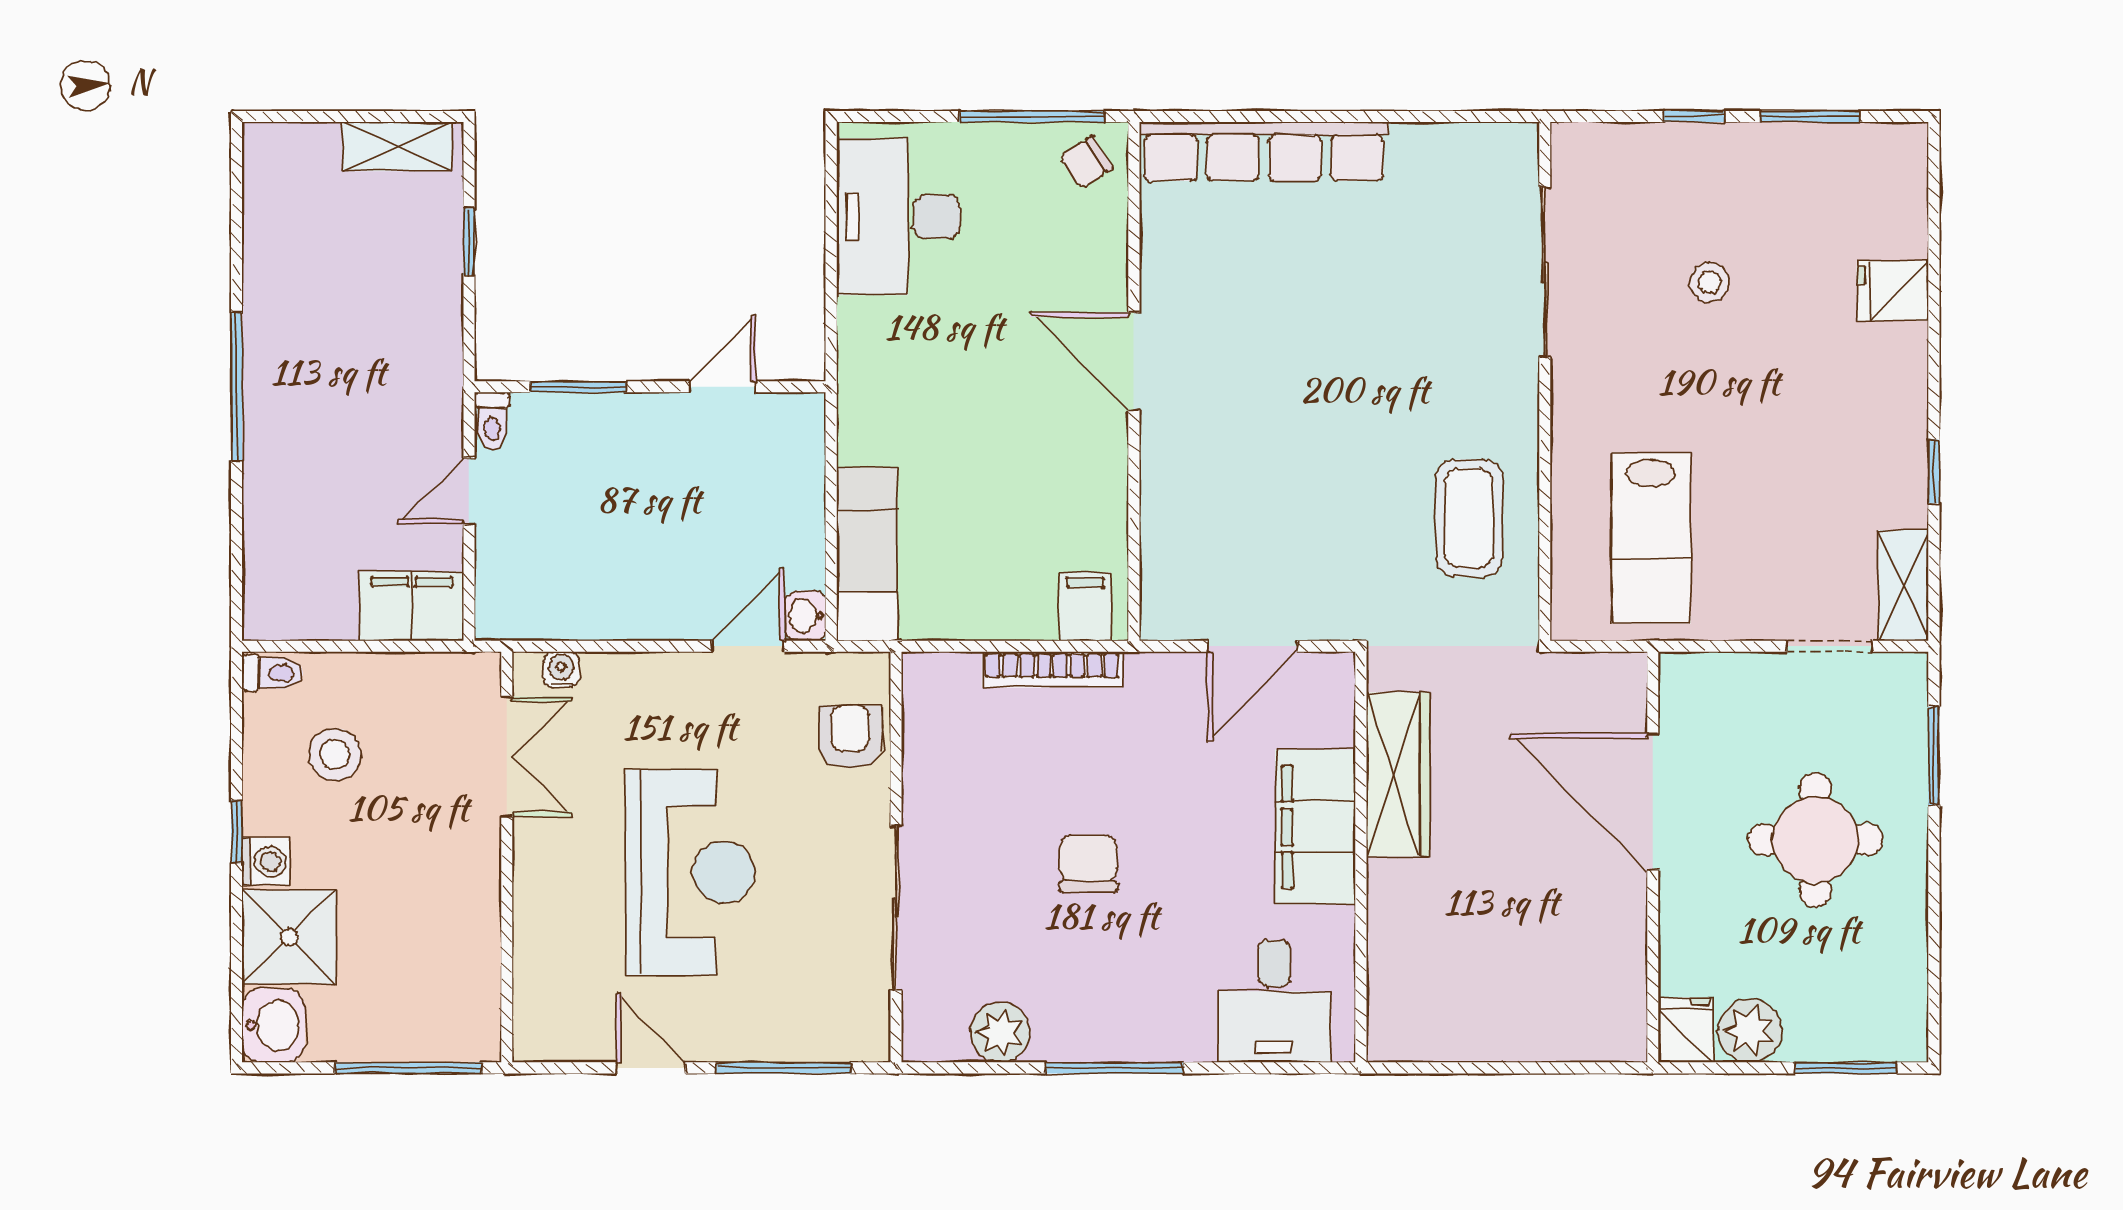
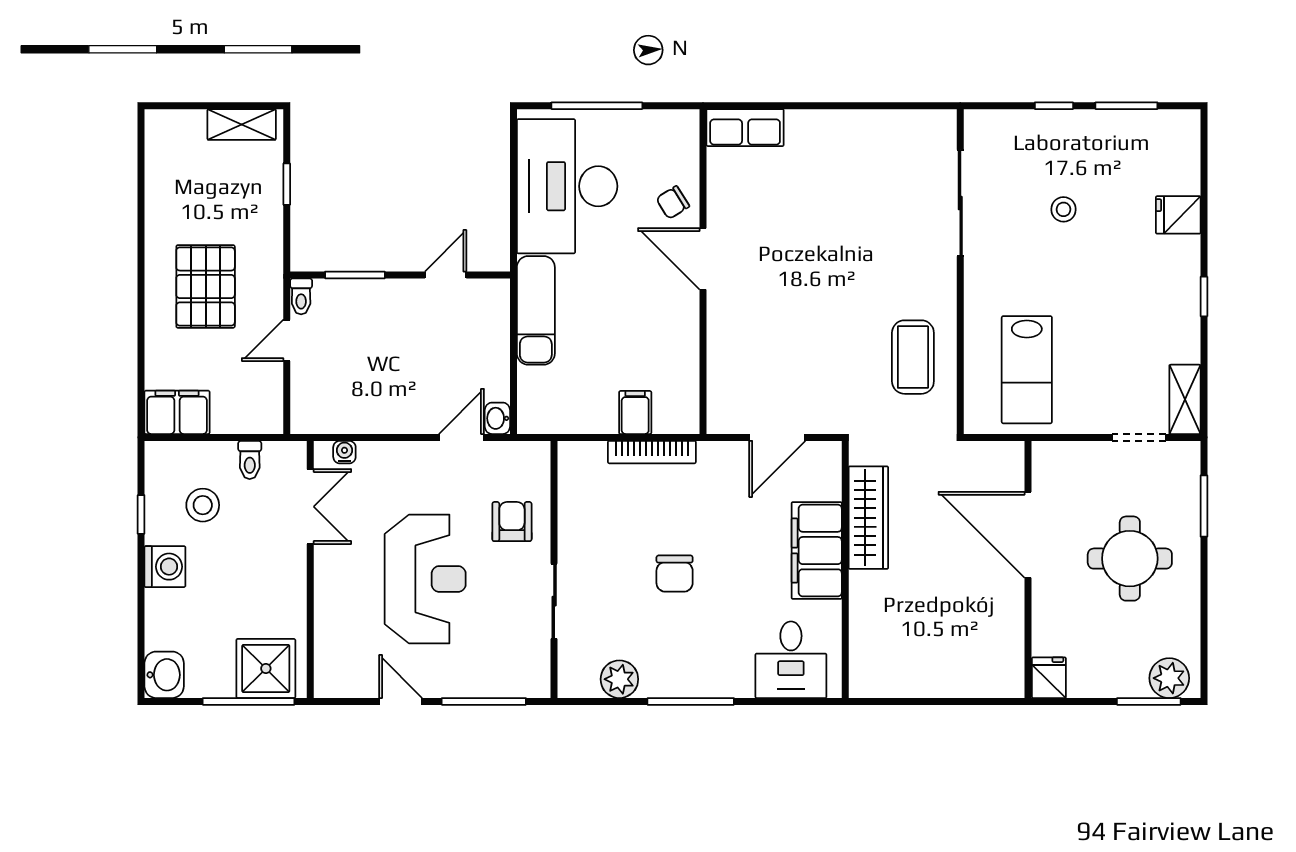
window: (1032, 117) -> (597, 106), moved
row of seats: (1264, 151) -> (745, 128), width x0.50
chair: (1086, 162) -> (673, 202), moved
desk: (898, 217) -> (567, 186), width x1.36, depth x1.30
window: (237, 386) -> (141, 275), removed
pallet: (339, 405) -> (206, 286), added
window: (1934, 472) -> (1204, 297), moved
exam couch: (867, 554) -> (536, 310), moved
filing cabinet: (412, 606) -> (177, 412), moved
filing cabinet: (1085, 606) -> (635, 413), moved
toilet: (272, 673) -> (250, 460), moved, turned 90
armchair: (850, 737) -> (512, 522), moved
window: (237, 832) -> (141, 514), moved
washing machine: (266, 862) -> (165, 567), width x1.38, depth x1.38
chair: (1088, 864) -> (675, 574), turned 180
sliding door: (896, 908) -> (554, 601), width x0.73
shower: (289, 937) -> (266, 668), moved
plant: (1750, 1031) -> (1169, 678), moved

